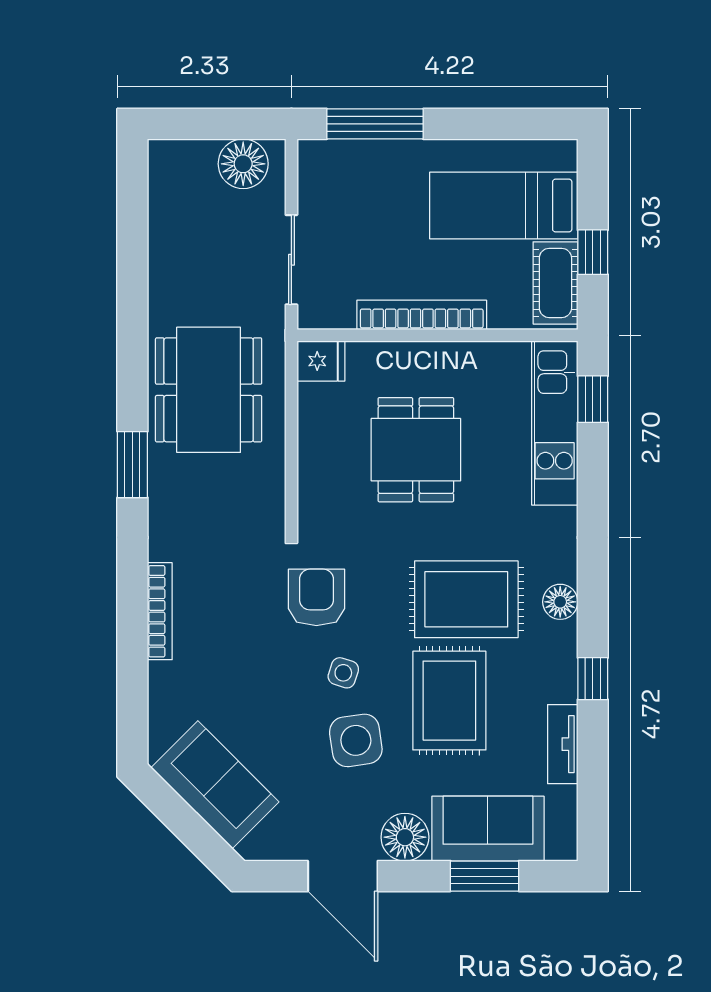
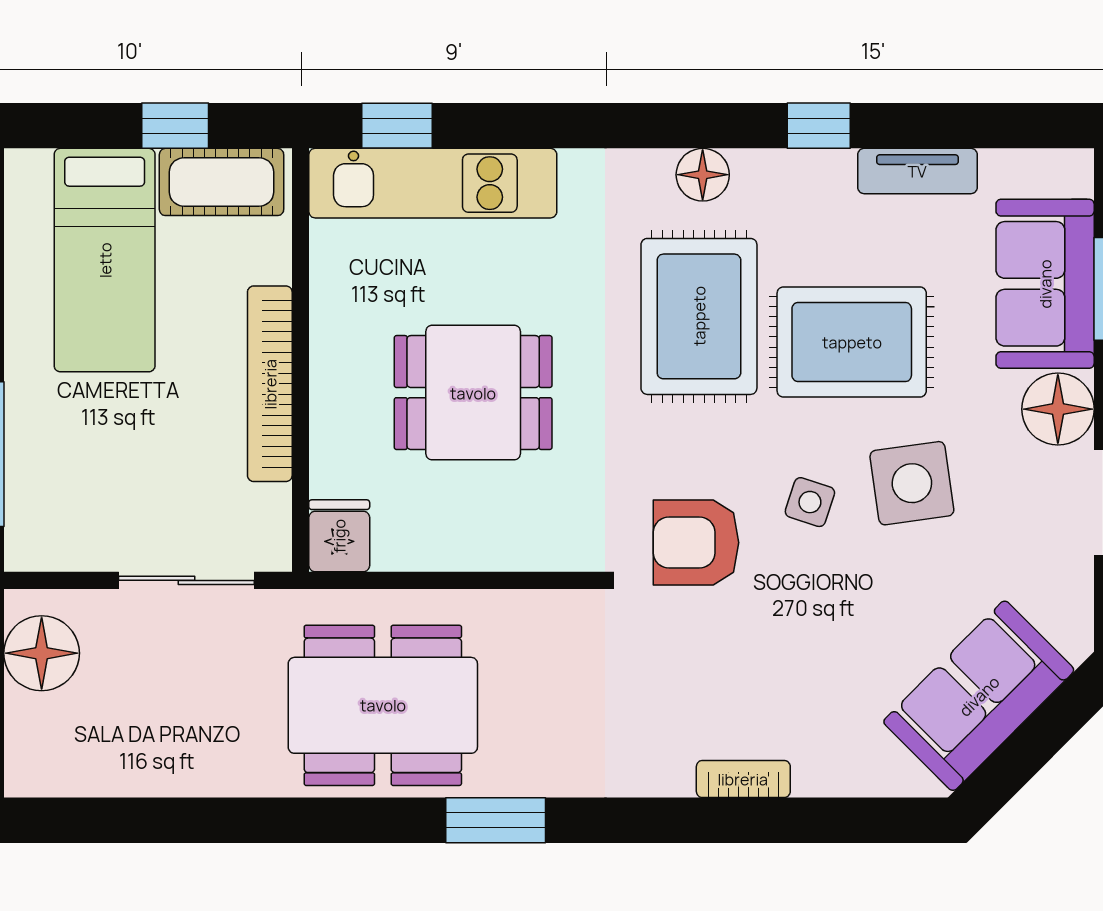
bookcase: (160, 611) -> (743, 779), width x0.64

